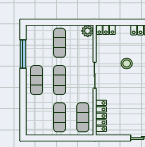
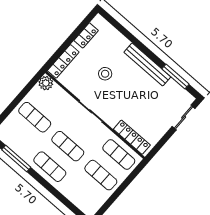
locker: (106, 30) -> (63, 61), width x1.53

